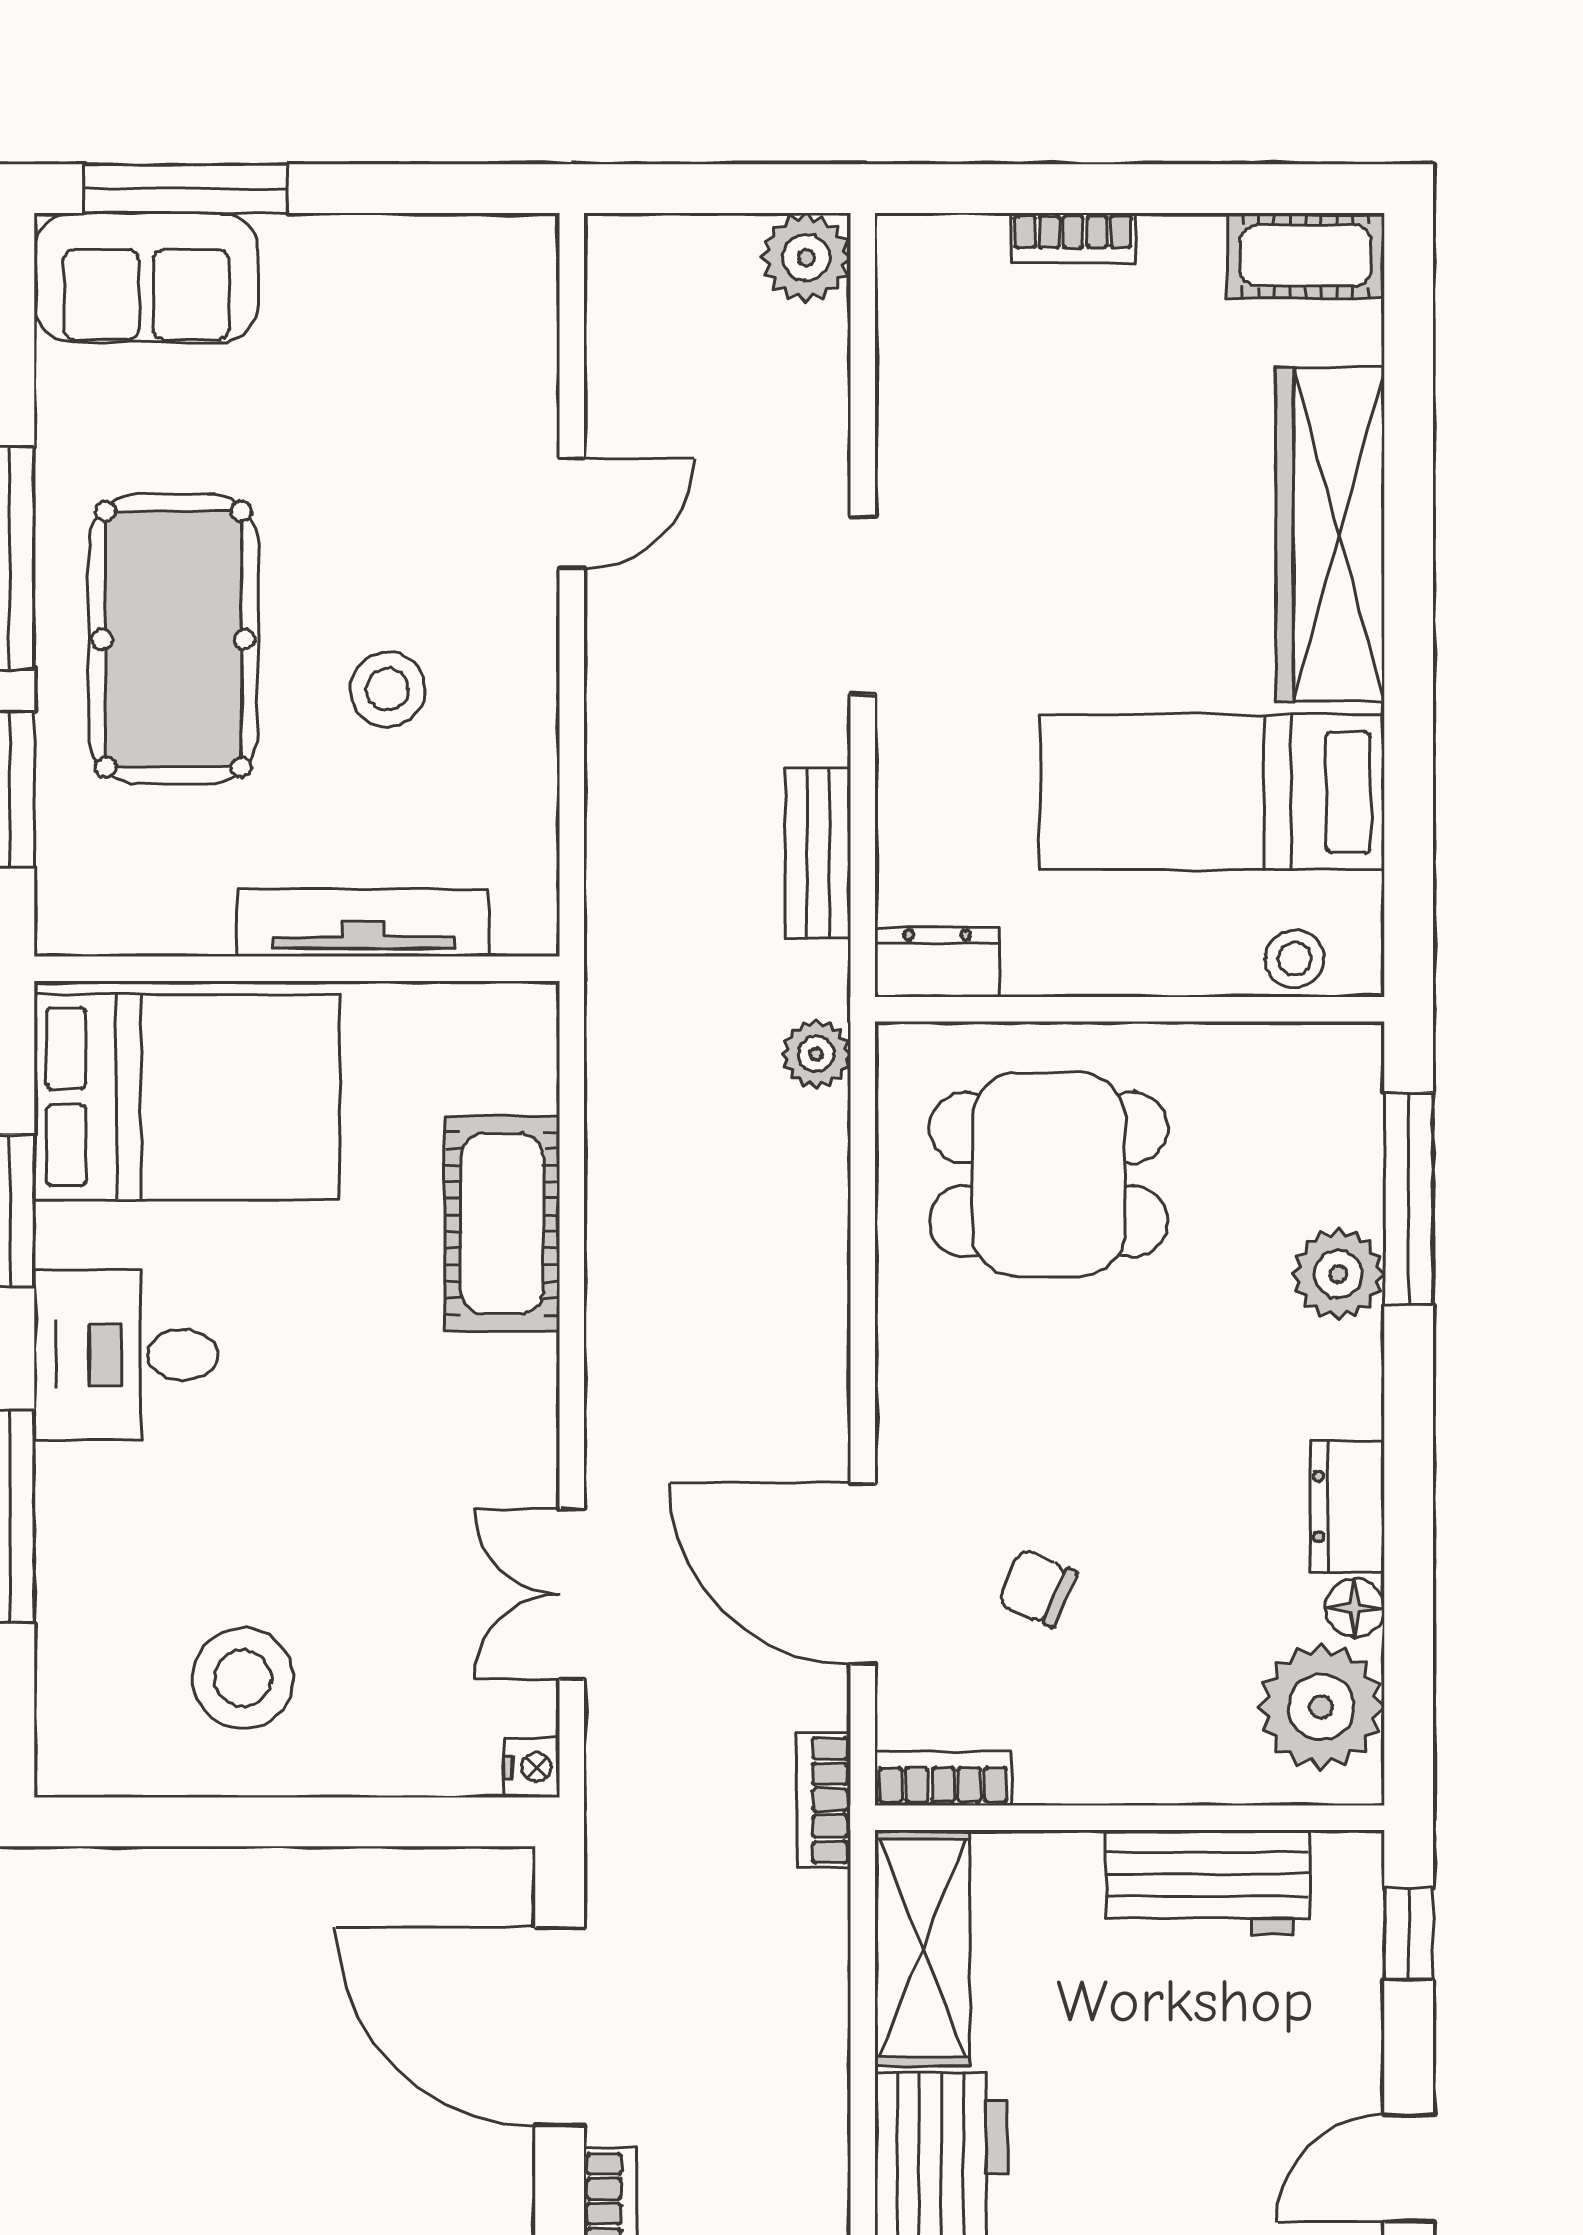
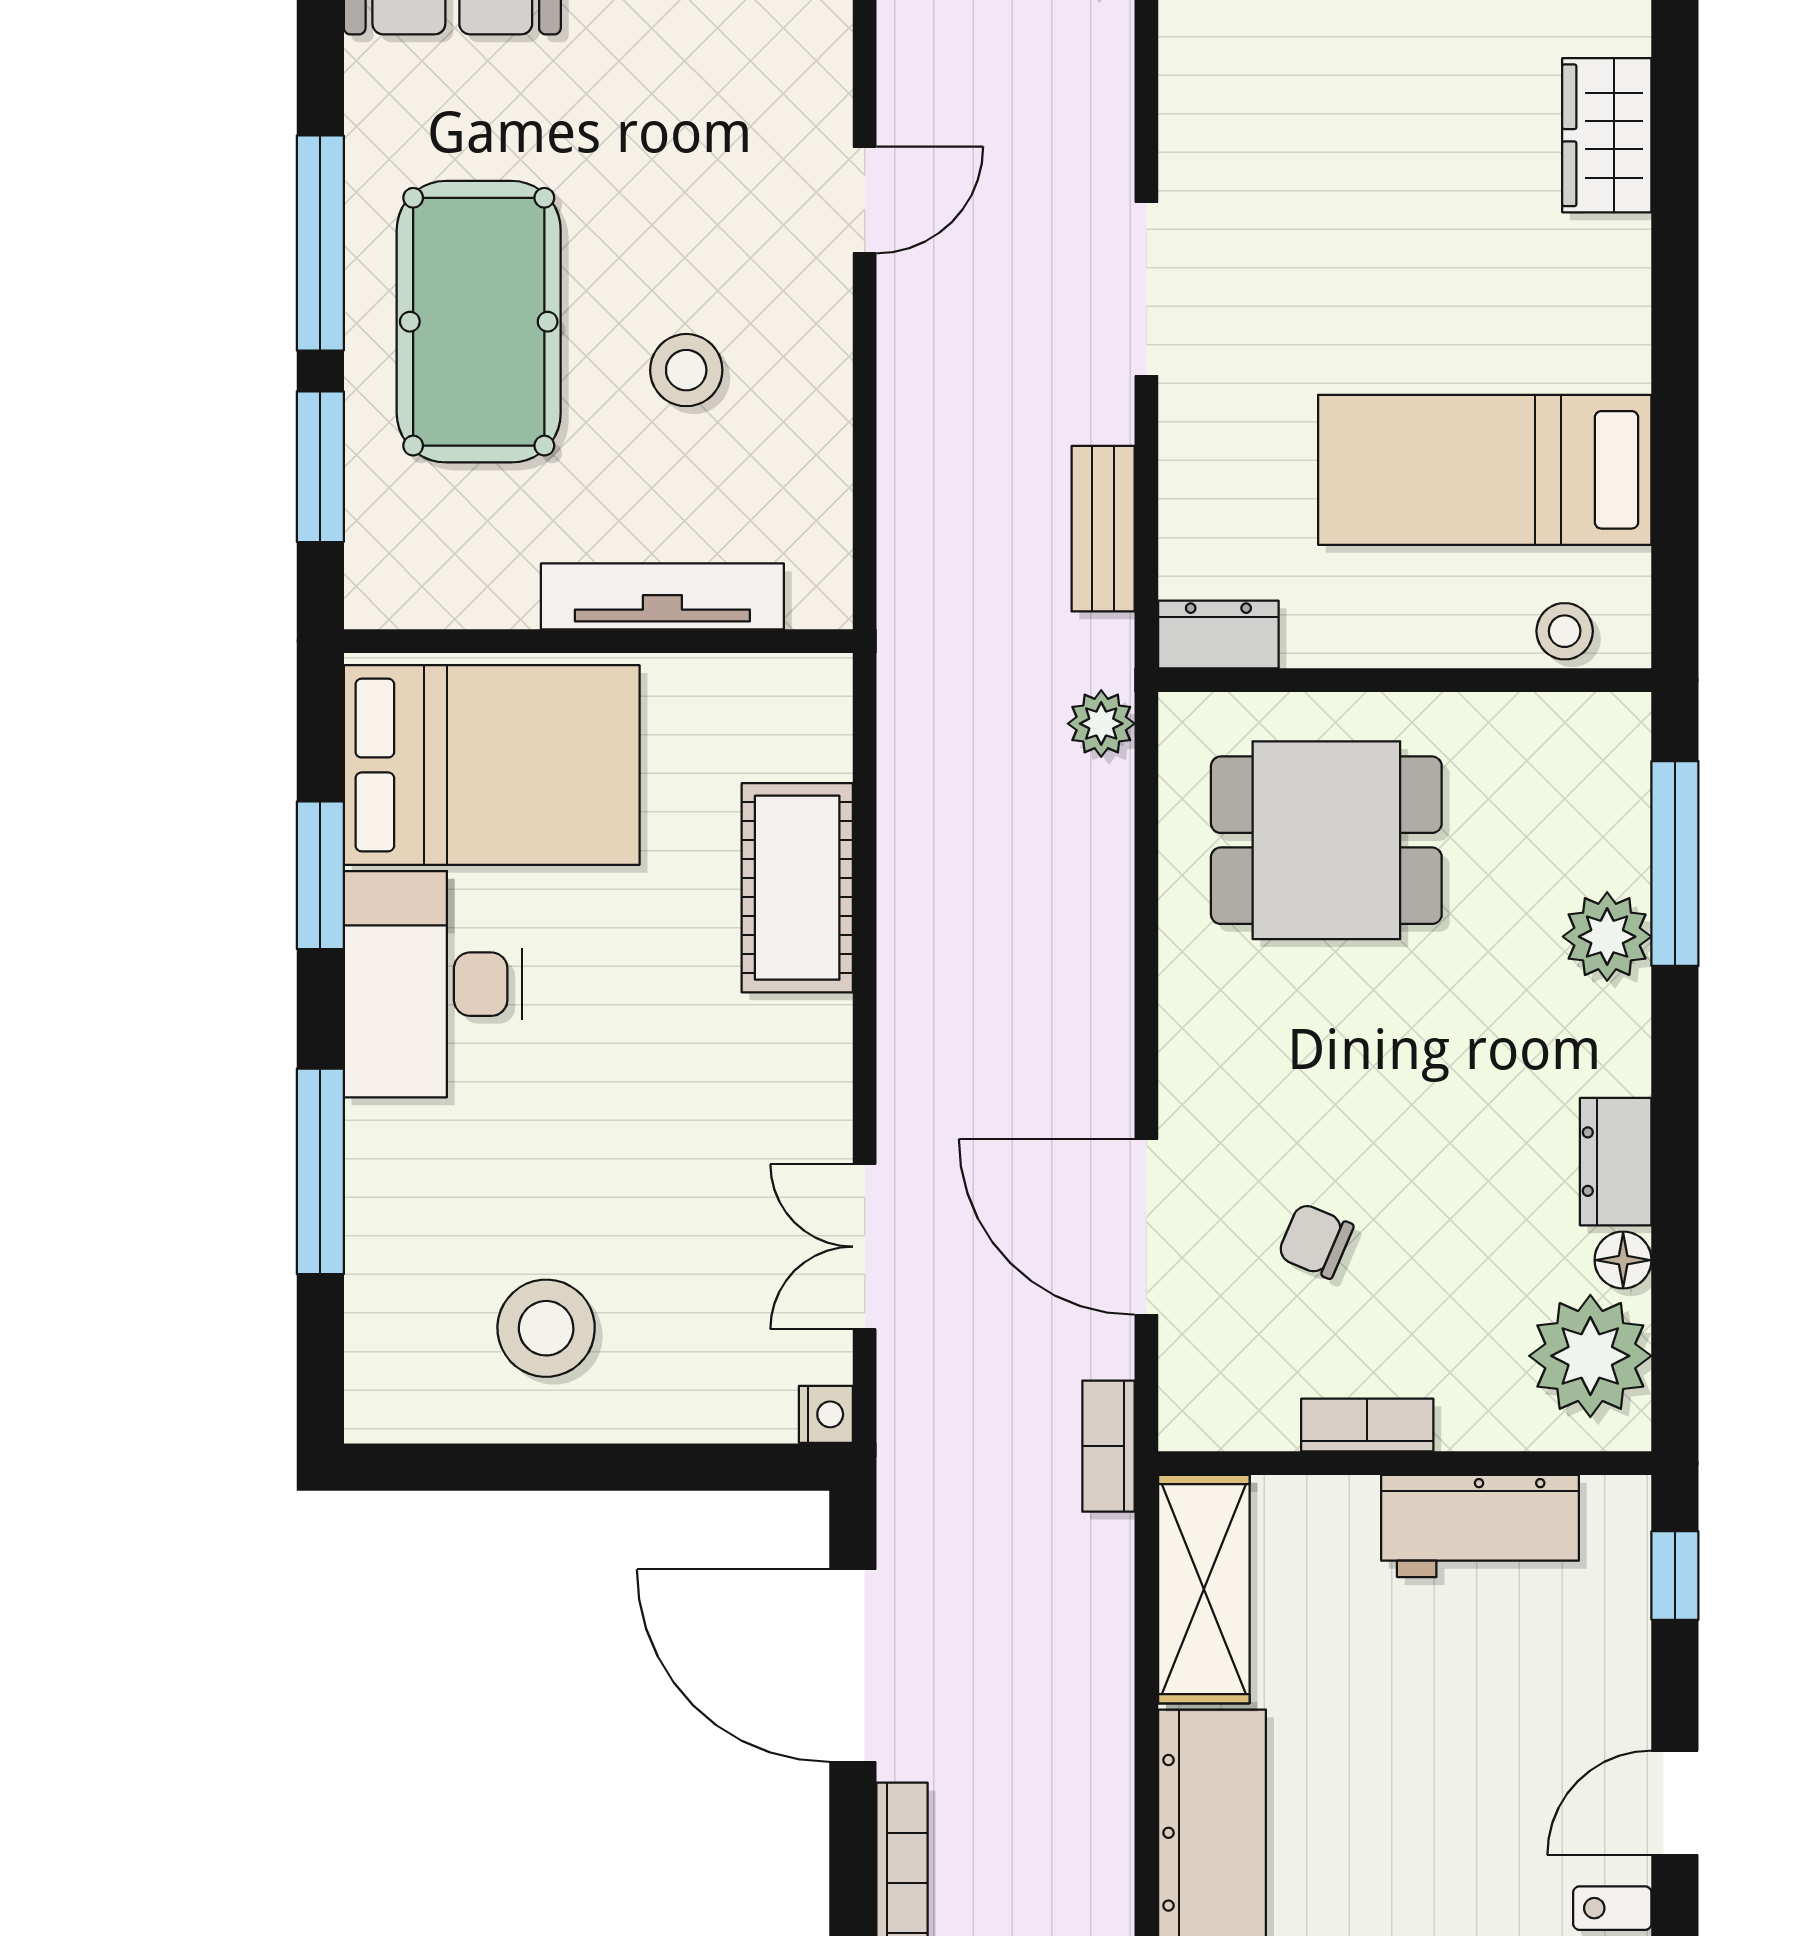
wardrobe: (1330, 534) -> (1607, 135), width x0.48, depth x0.85
desk: (126, 1355) -> (433, 984), width x1.37
bookcase: (943, 1778) -> (1367, 1425), moved

